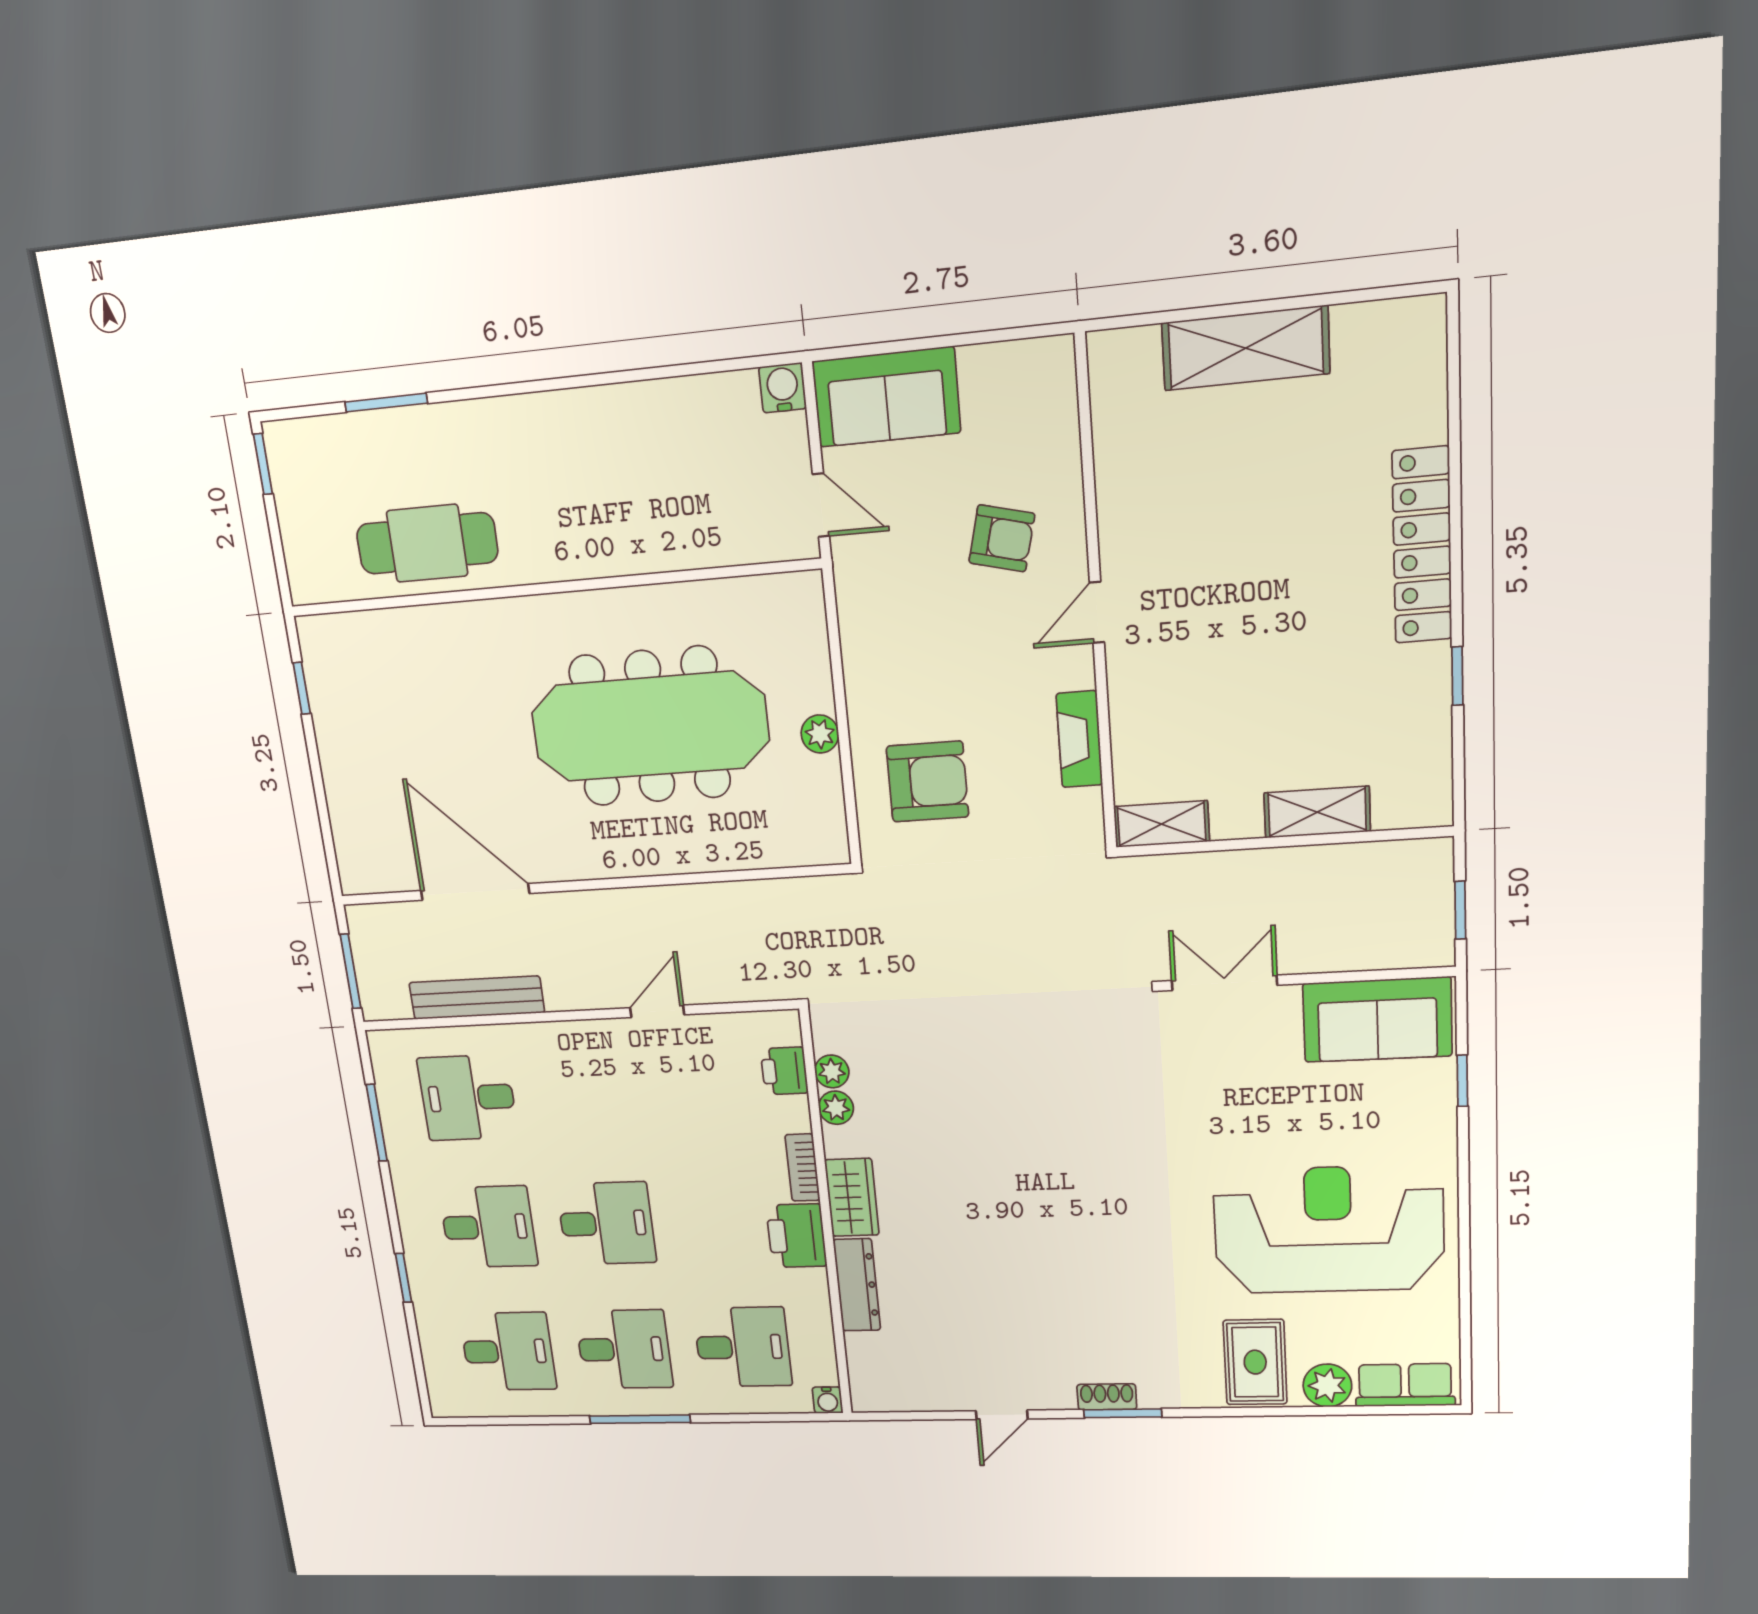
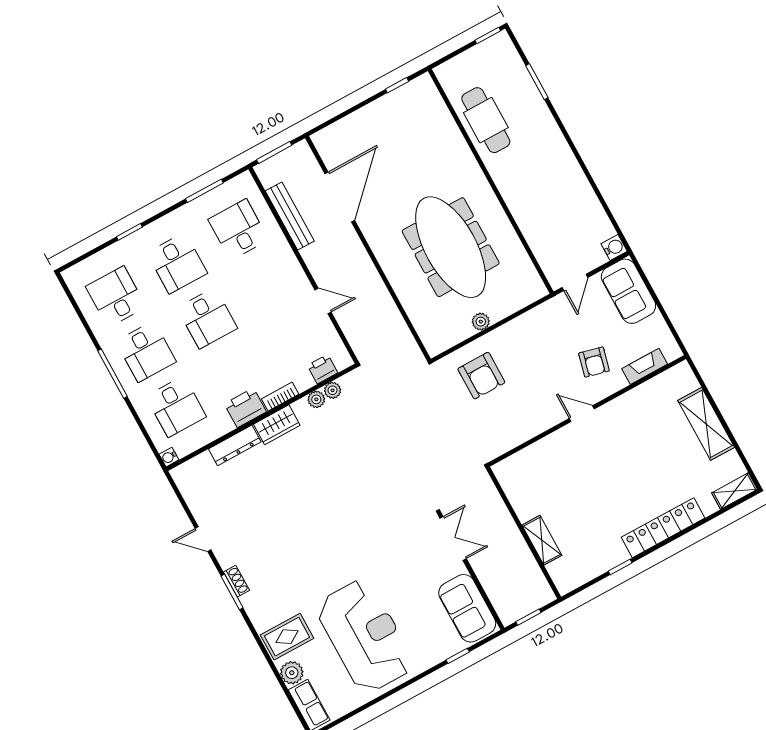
fireplace: (1079, 739) -> (645, 366), moved
shelving: (1162, 824) -> (735, 491), moved, turned 90
desk: (508, 1351) -> (116, 297), turned 180

